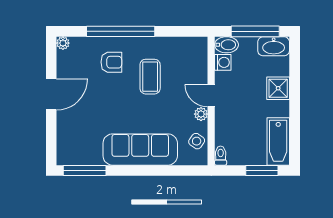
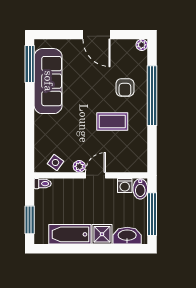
washbasin: (274, 46) -> (127, 236), moved, turned 90
bathtub: (278, 141) -> (70, 234), moved
sofa: (140, 150) -> (48, 81), moved

